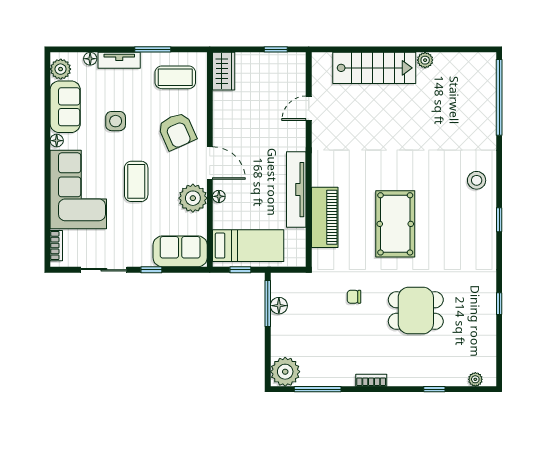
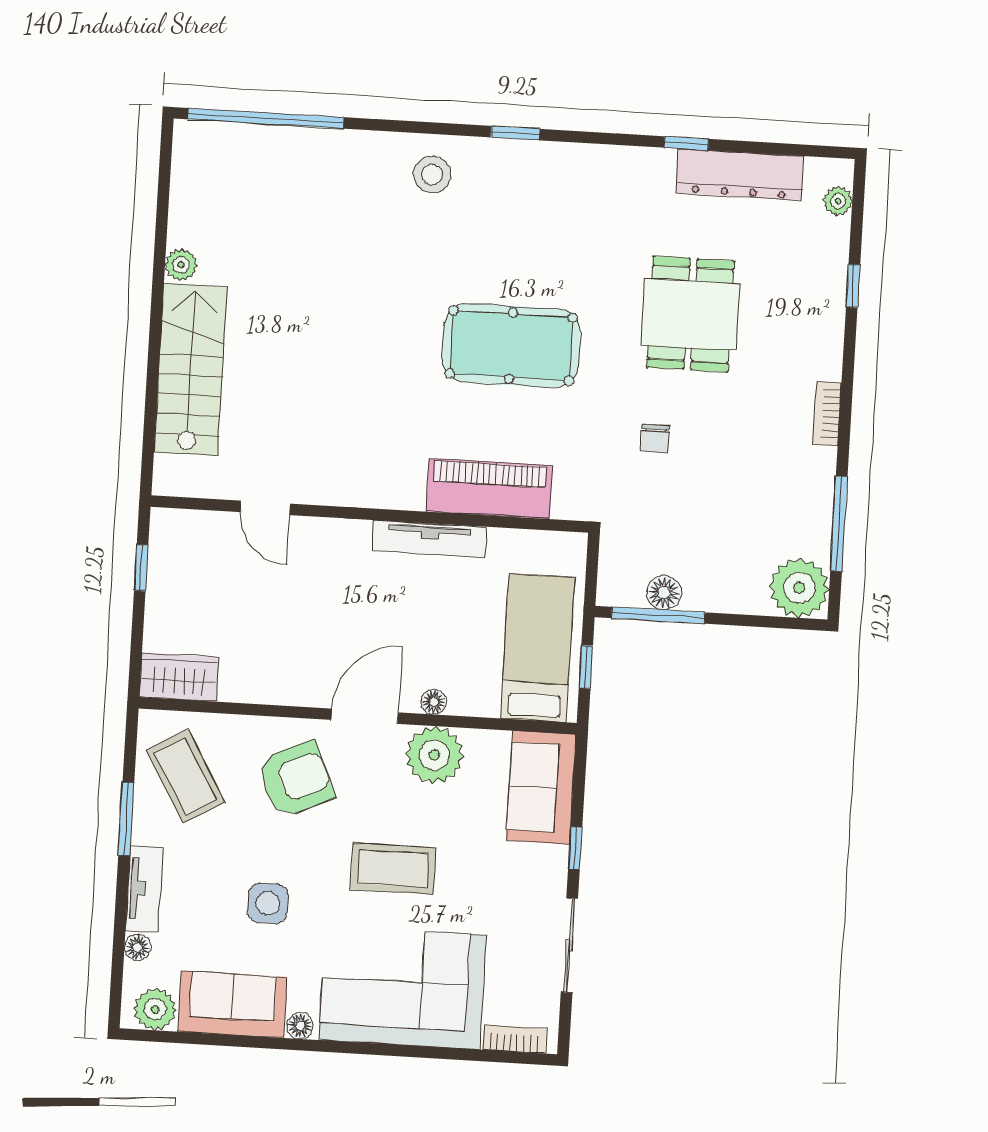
coffee table: (175, 77) -> (186, 776), turned -30
tv unit: (296, 190) -> (430, 539), width x0.73, depth x0.78
dresser: (485, 330) -> (740, 175), added

